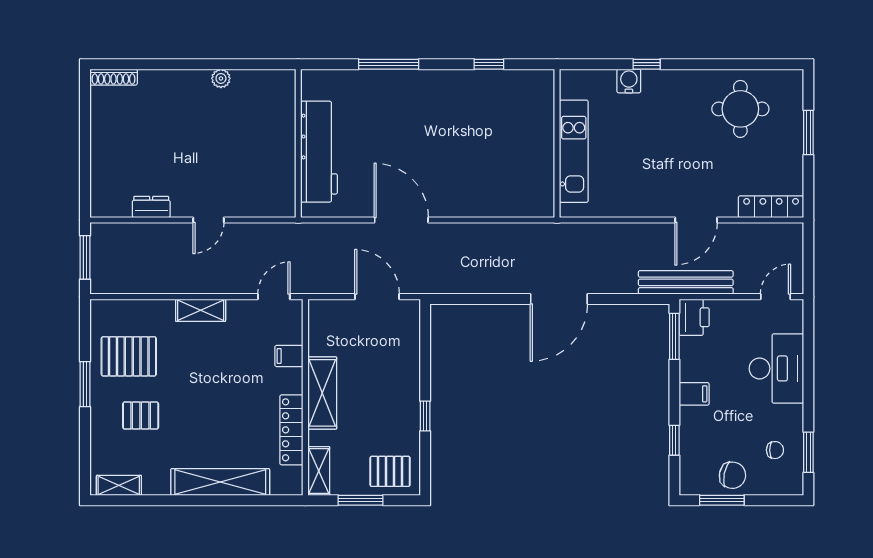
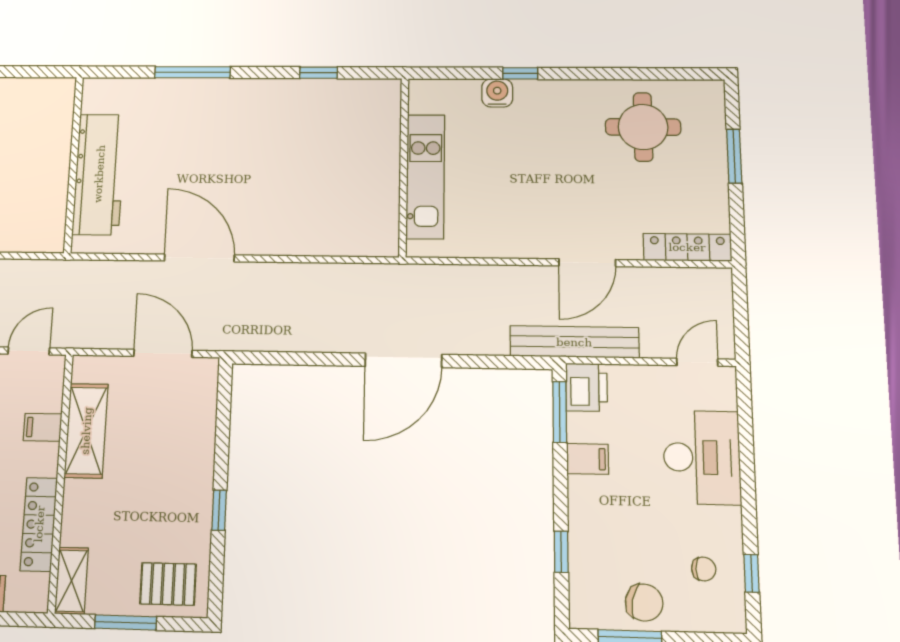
shelving: (322, 393) -> (86, 431), moved
filing cabinet: (694, 394) -> (588, 459), moved
window: (808, 452) -> (752, 573), width x0.67

